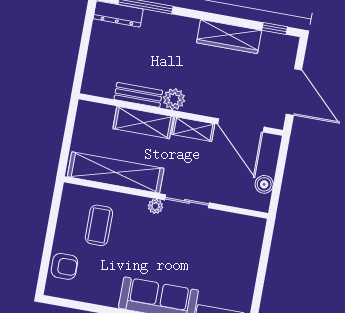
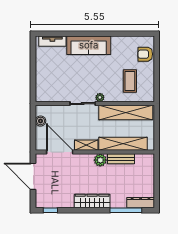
wardrobe: (229, 37) -> (92, 201), moved
shelving: (143, 123) -> (123, 144), width x1.47

